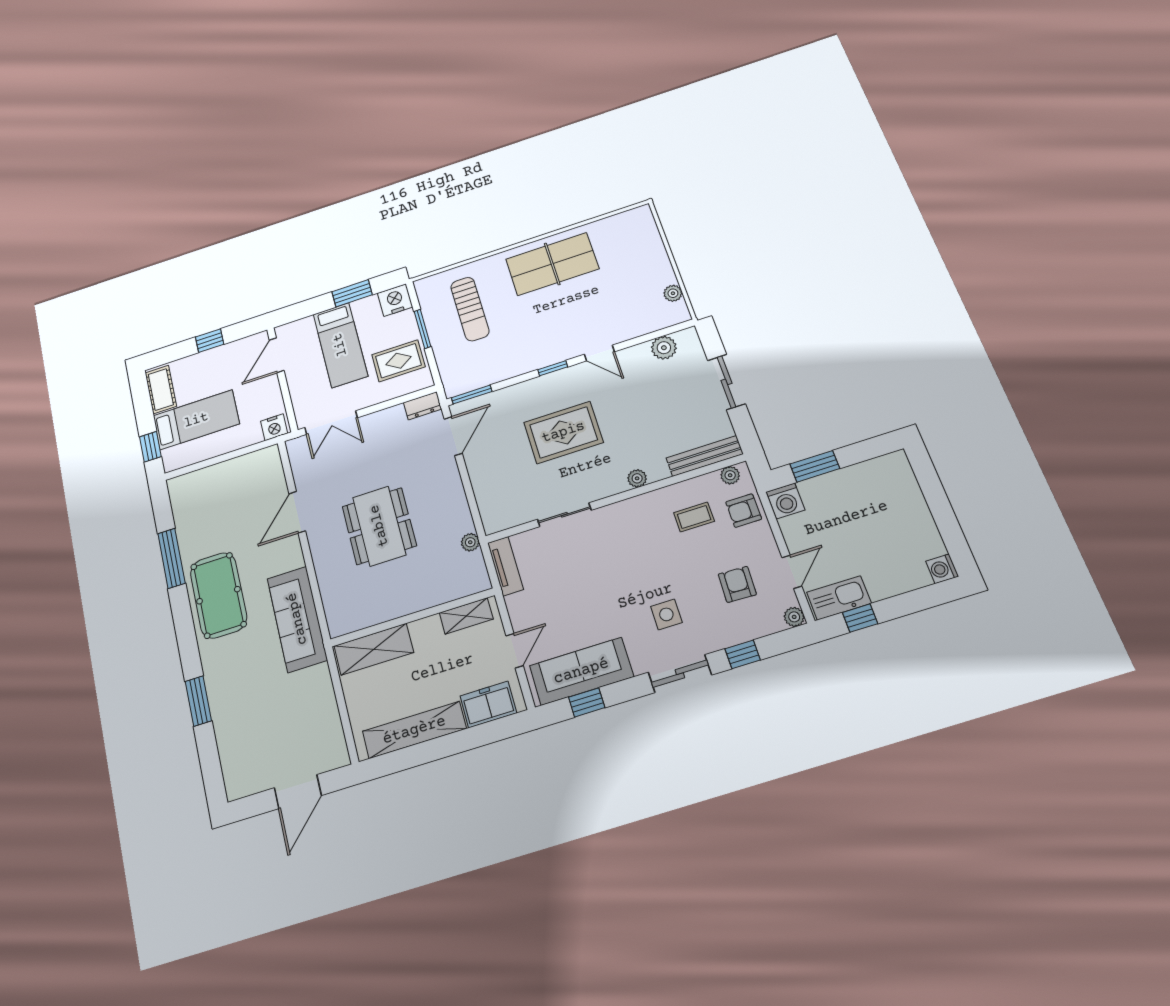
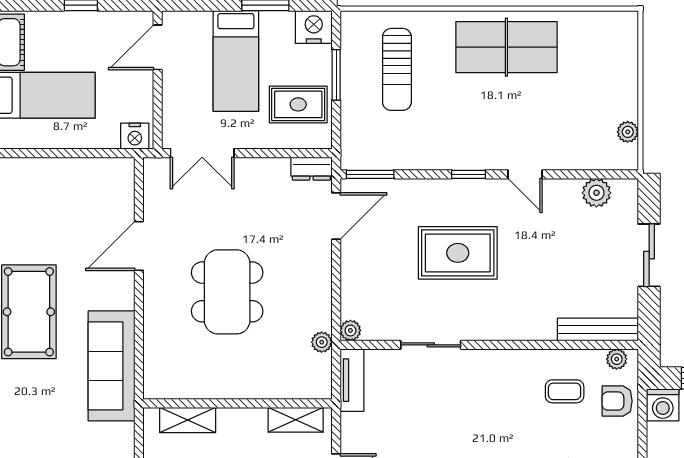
plant: (637, 478) -> (350, 330), moved
shelving: (374, 649) -> (188, 420), width x0.67, depth x0.75

